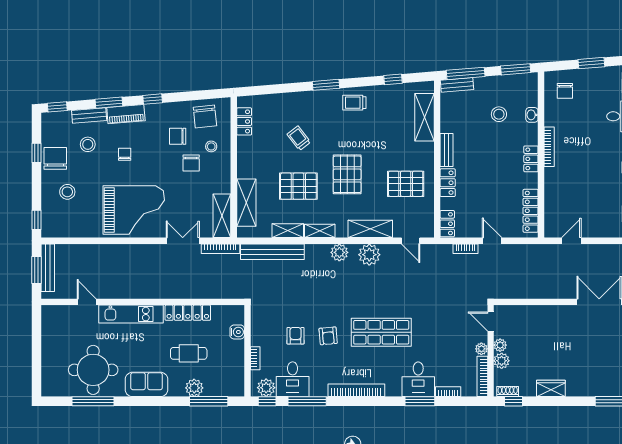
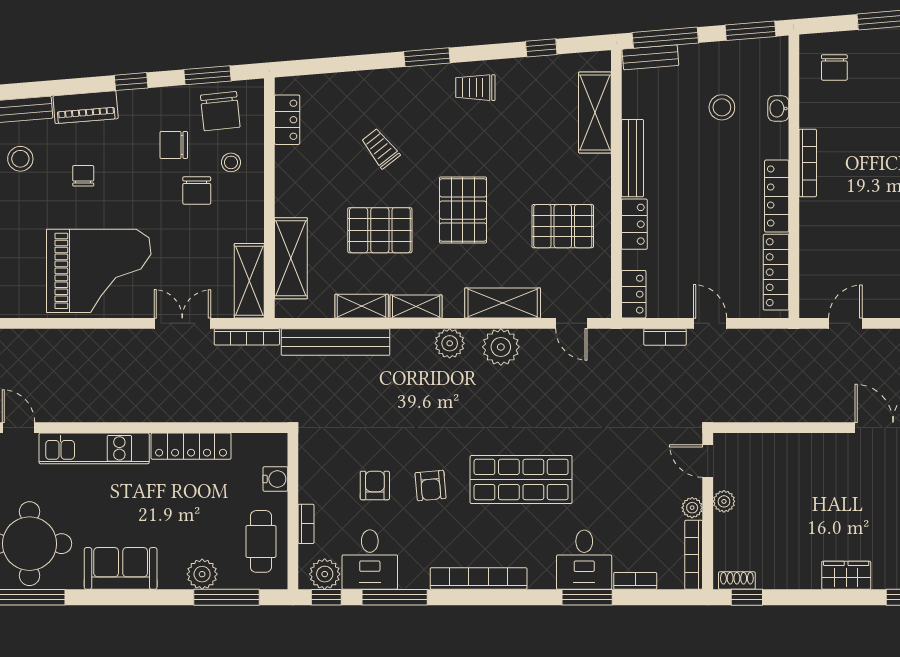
window: (109, 103) -> (208, 75), moved
bench: (447, 150) -> (632, 158), width x1.36
locker: (531, 159) -> (777, 196), width x1.53
cafe table: (189, 353) -> (261, 541), moved, turned 90
plant: (502, 361) -> (726, 528), removed
wardrobe: (551, 388) -> (846, 575), moved

